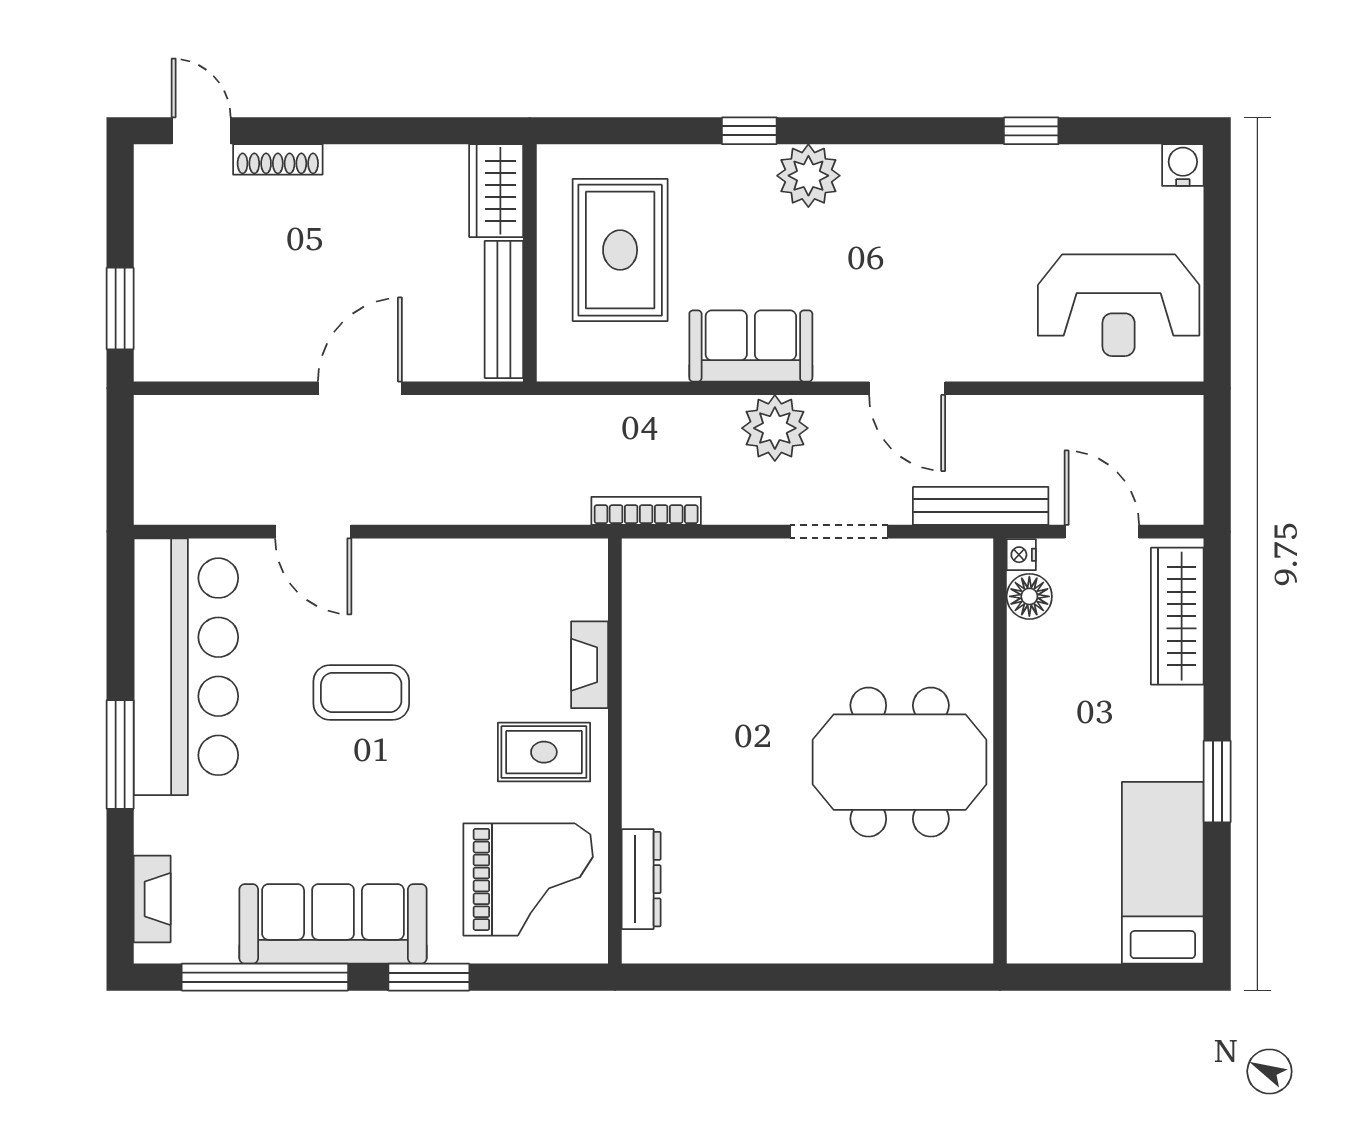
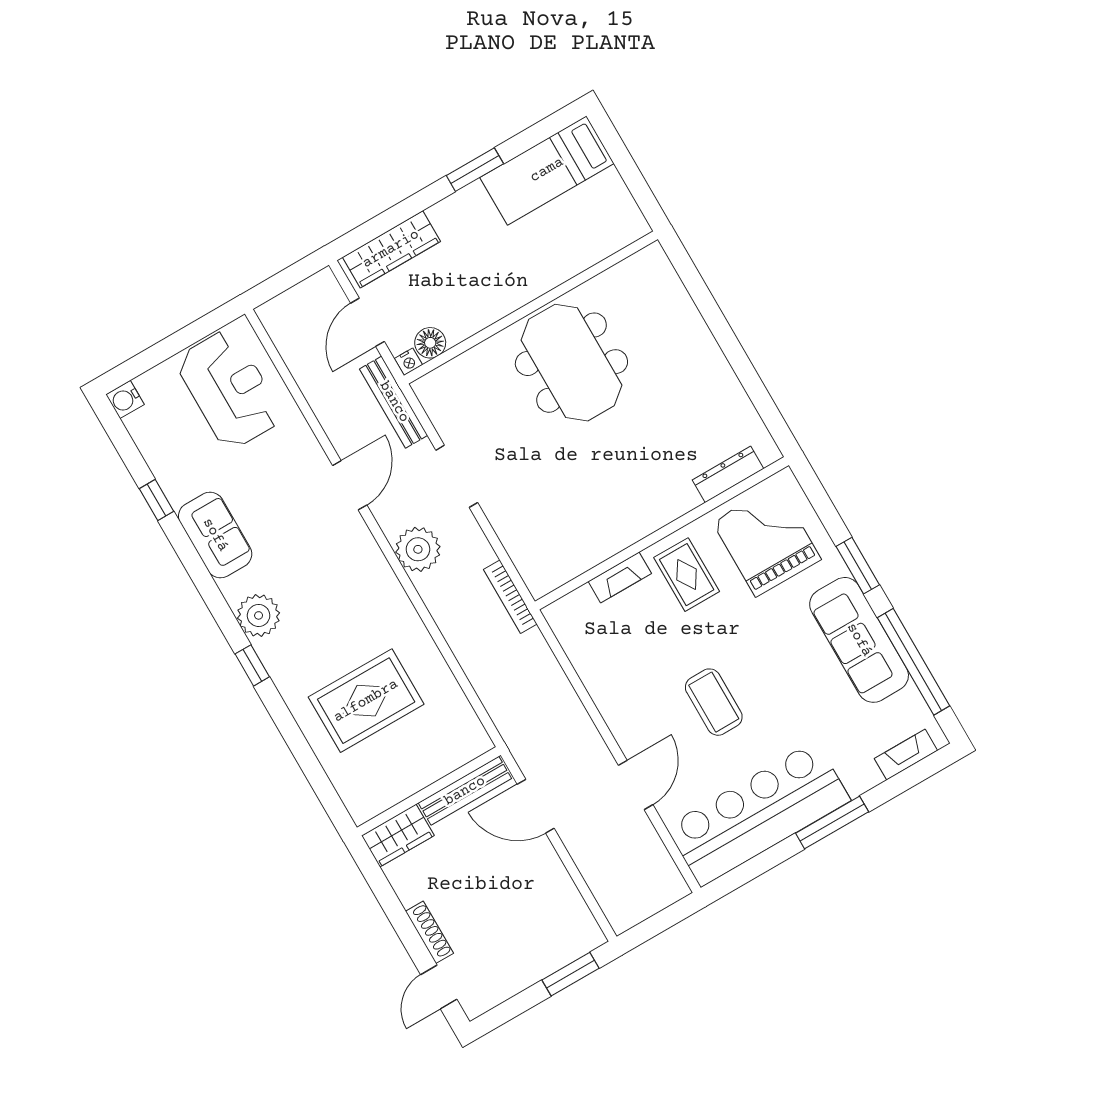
wardrobe: (496, 191) -> (398, 836), moved
wall: (530, 263) -> (429, 791), moved
bench: (504, 309) -> (465, 791), moved
sofa: (751, 346) -> (215, 535), moved, turned 180

